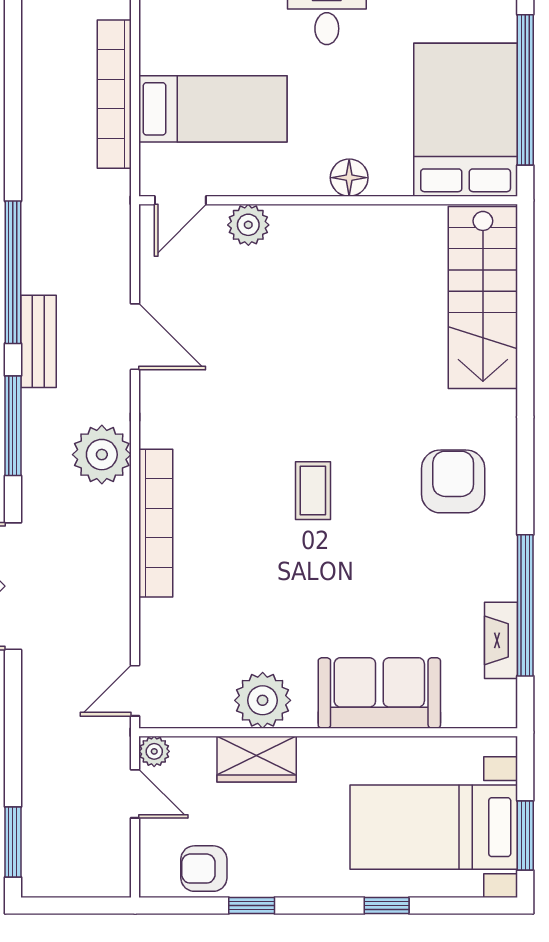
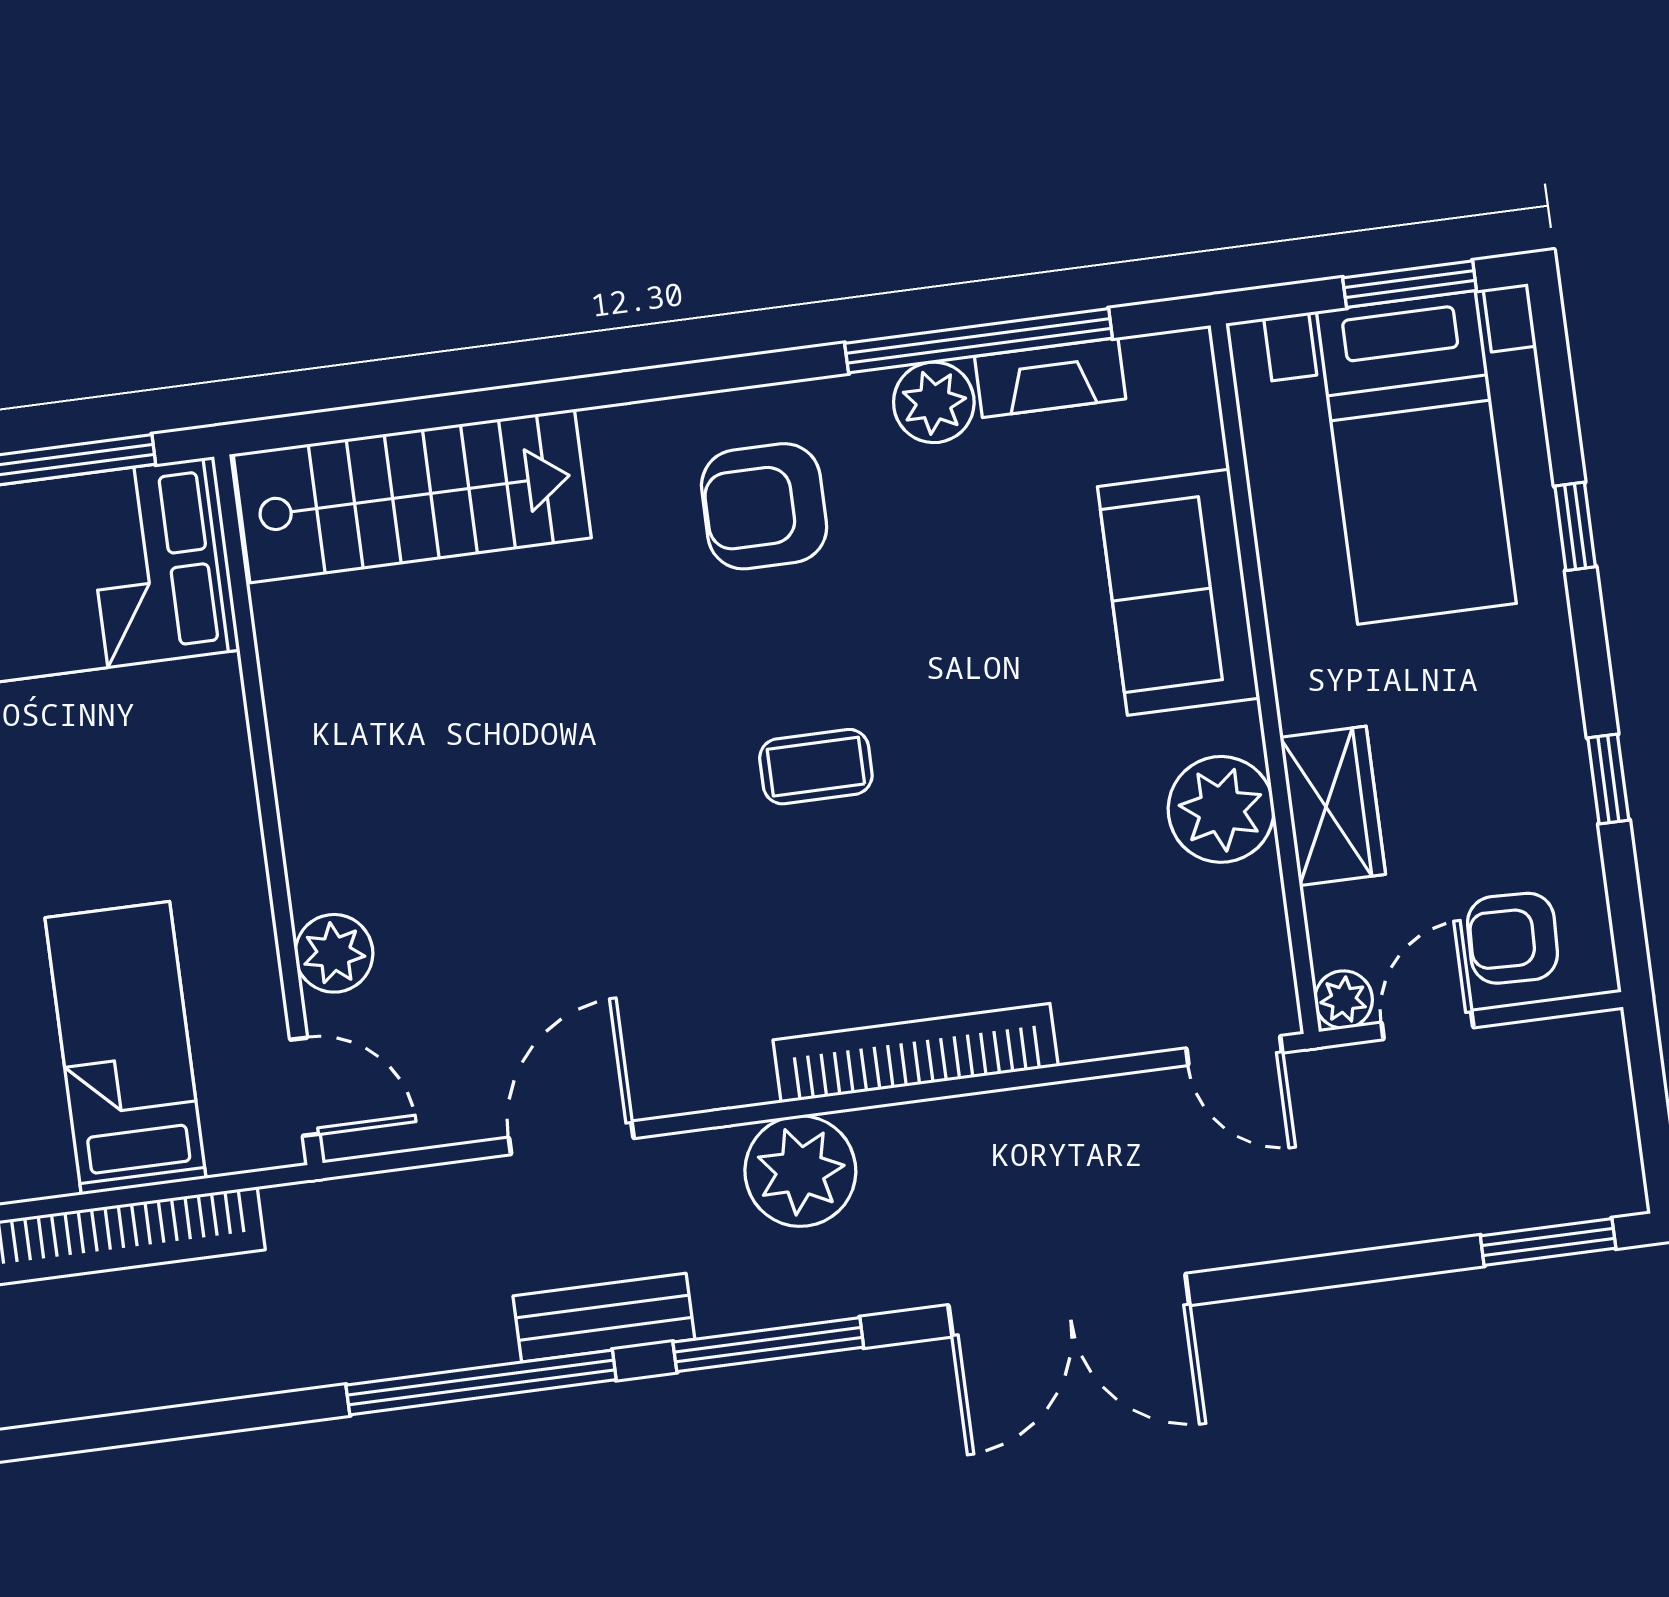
floor lamp: (349, 178) -> (221, 776), removed
plant: (496, 578) -> (934, 402), added
armchair: (204, 869) -> (1513, 938), moved, turned 92

